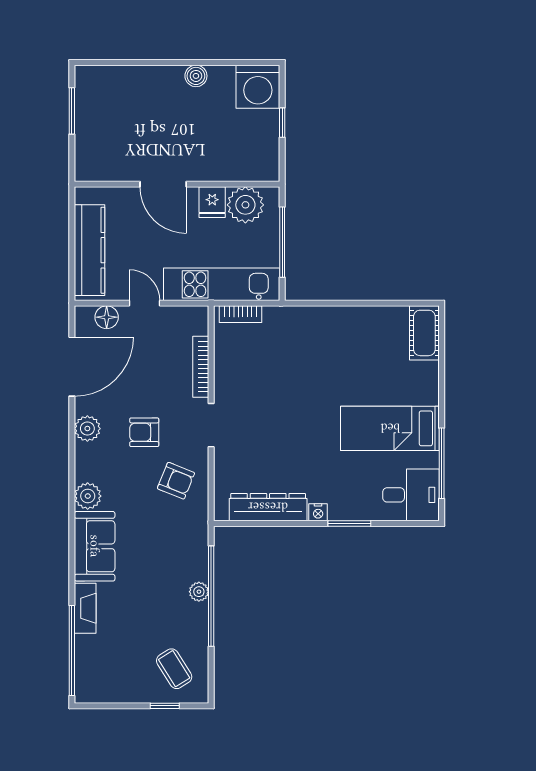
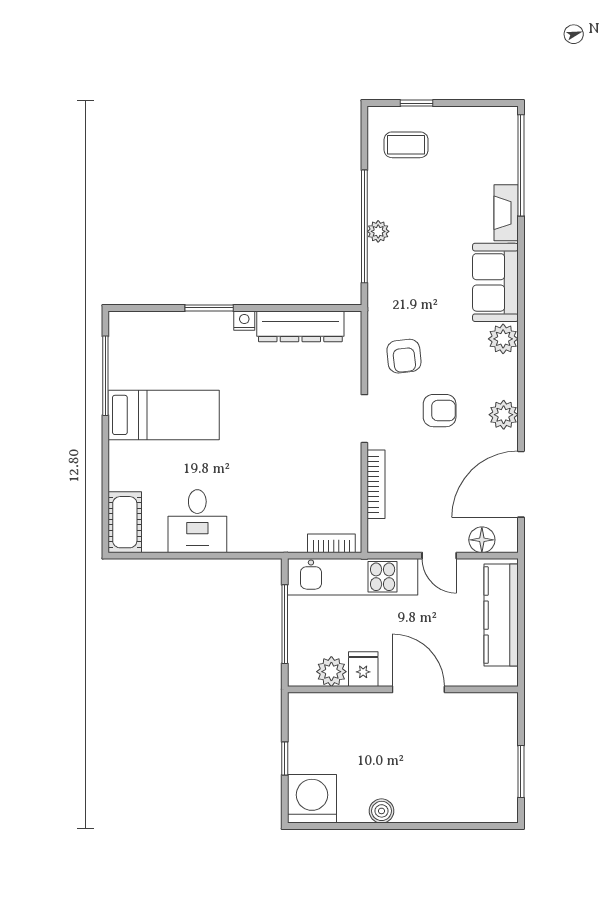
plant: (245, 205) -> (331, 672), width x0.73, depth x0.73
armchair: (176, 481) -> (404, 356), turned -118
desk: (411, 495) -> (197, 521), moved, turned -90
coffee table: (174, 669) -> (406, 145), turned -58

